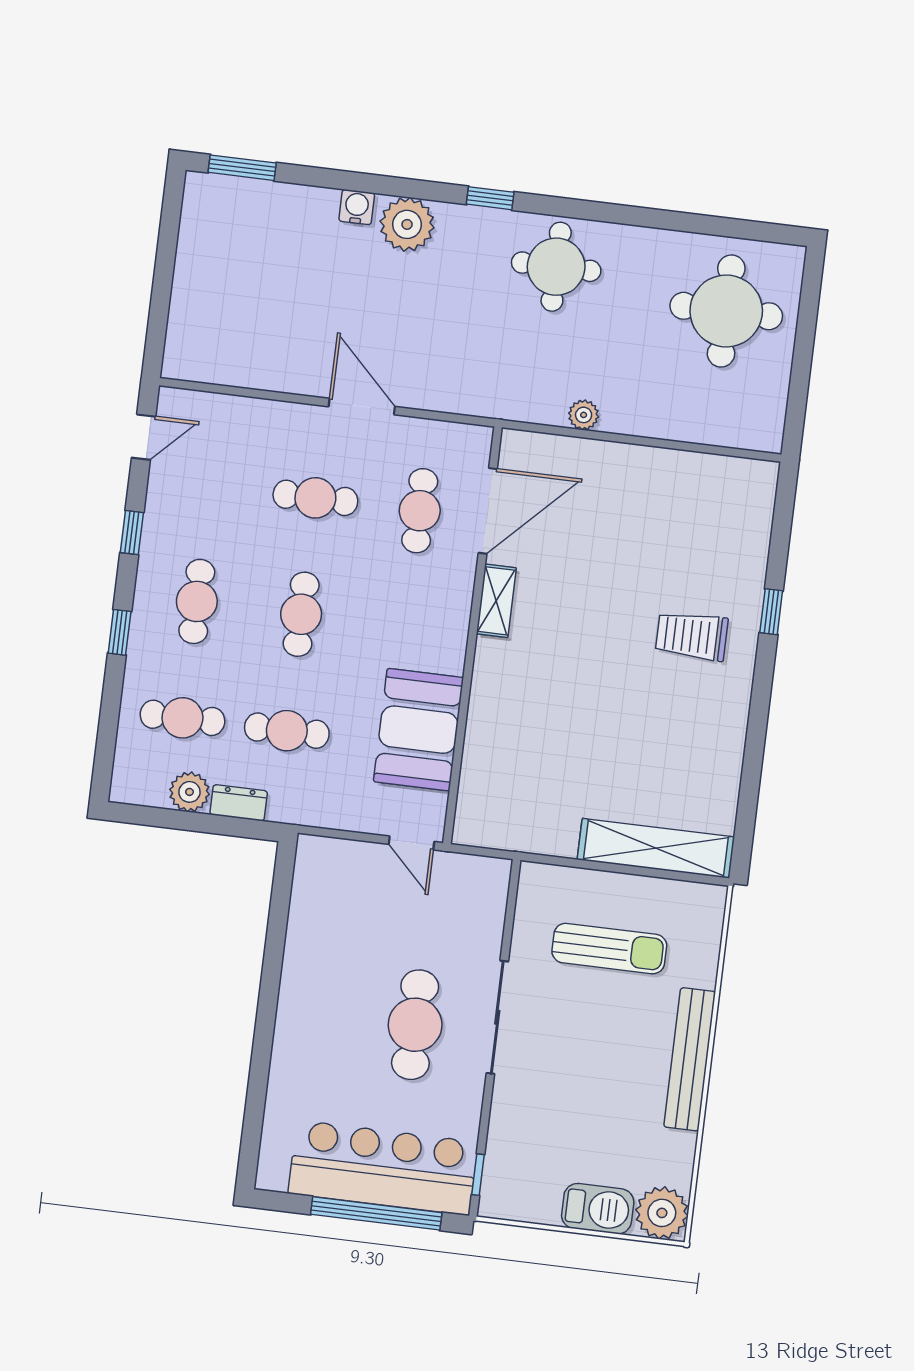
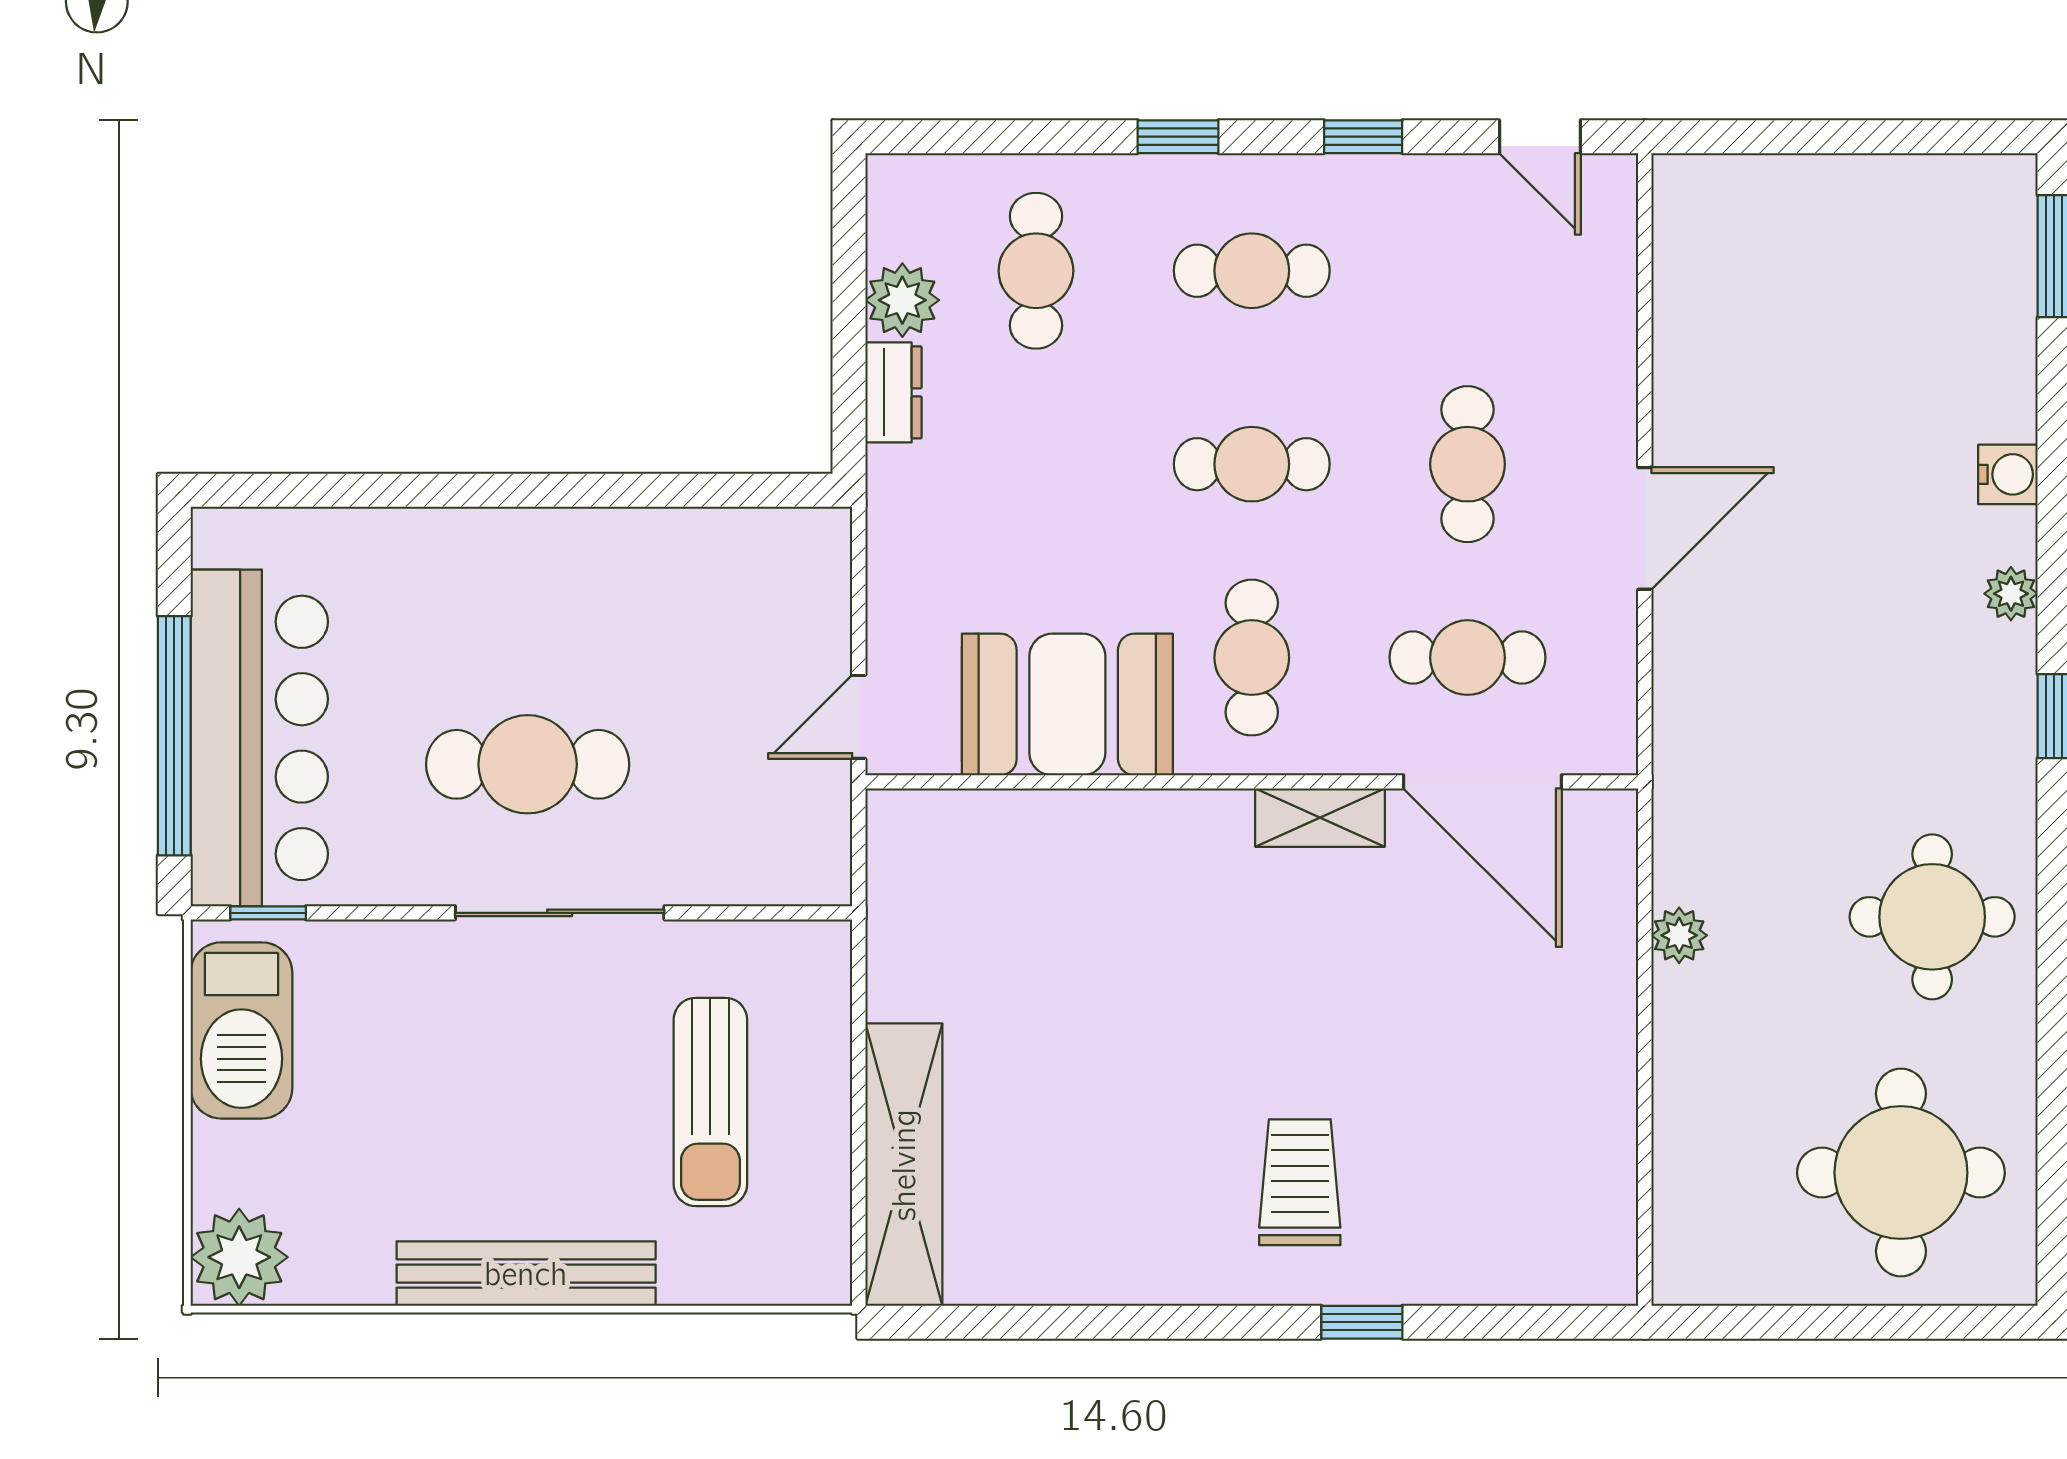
plant: (407, 224) -> (2011, 594), width x0.53, depth x0.53
round table: (556, 267) -> (1932, 917), moved
cafe table: (287, 731) -> (1252, 658), moved
barbecue: (598, 1209) -> (241, 1030), moved, width x1.37, depth x1.21

